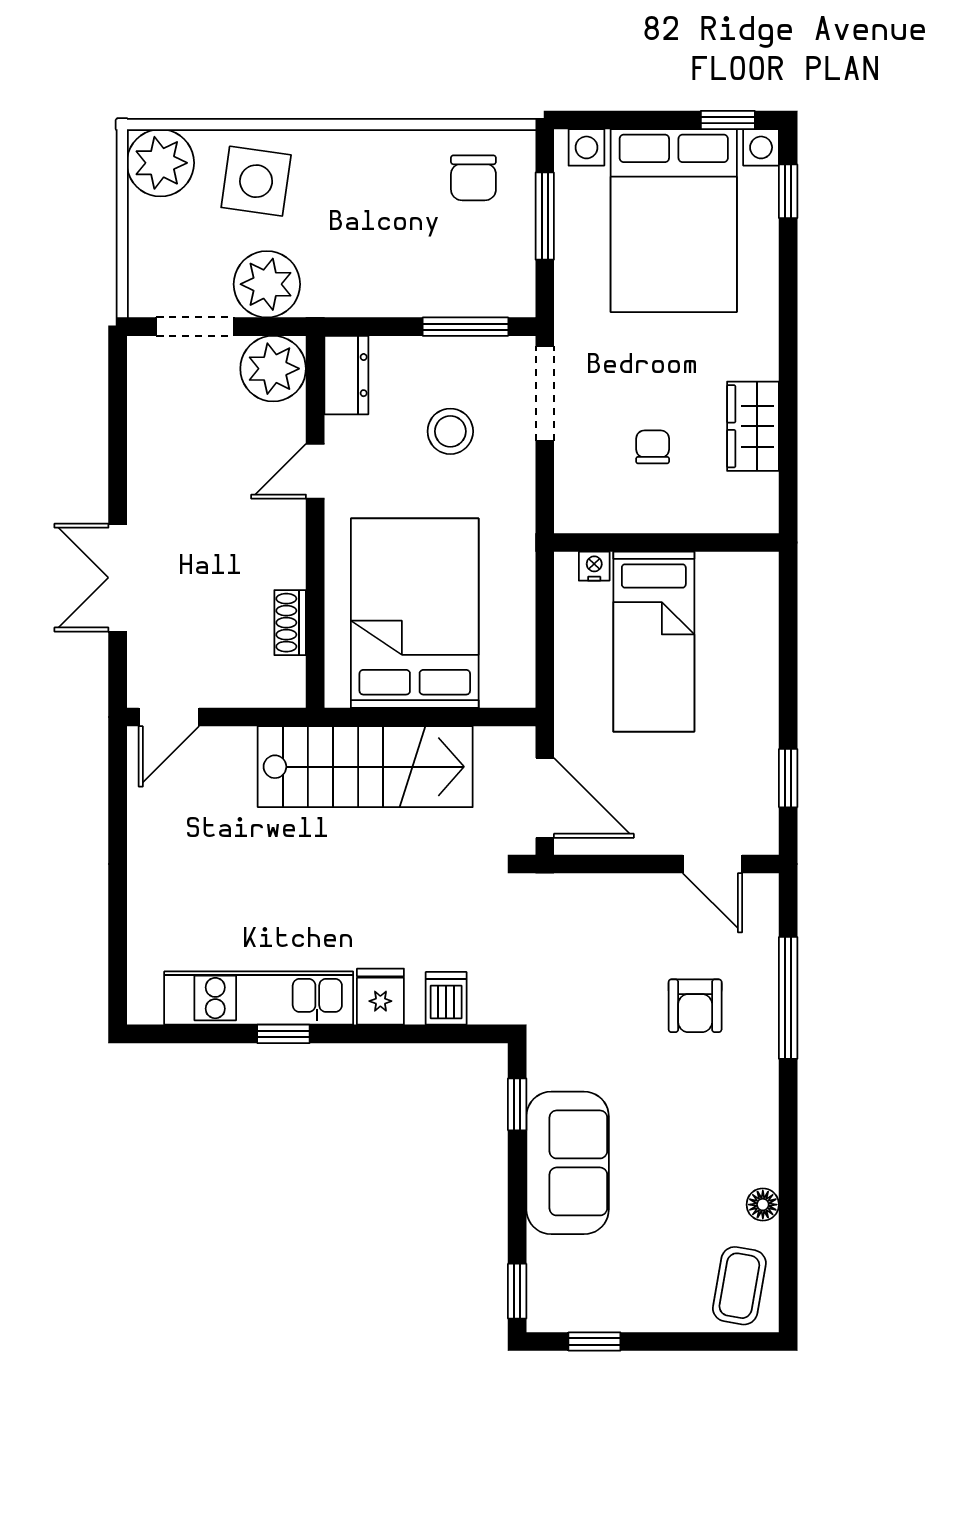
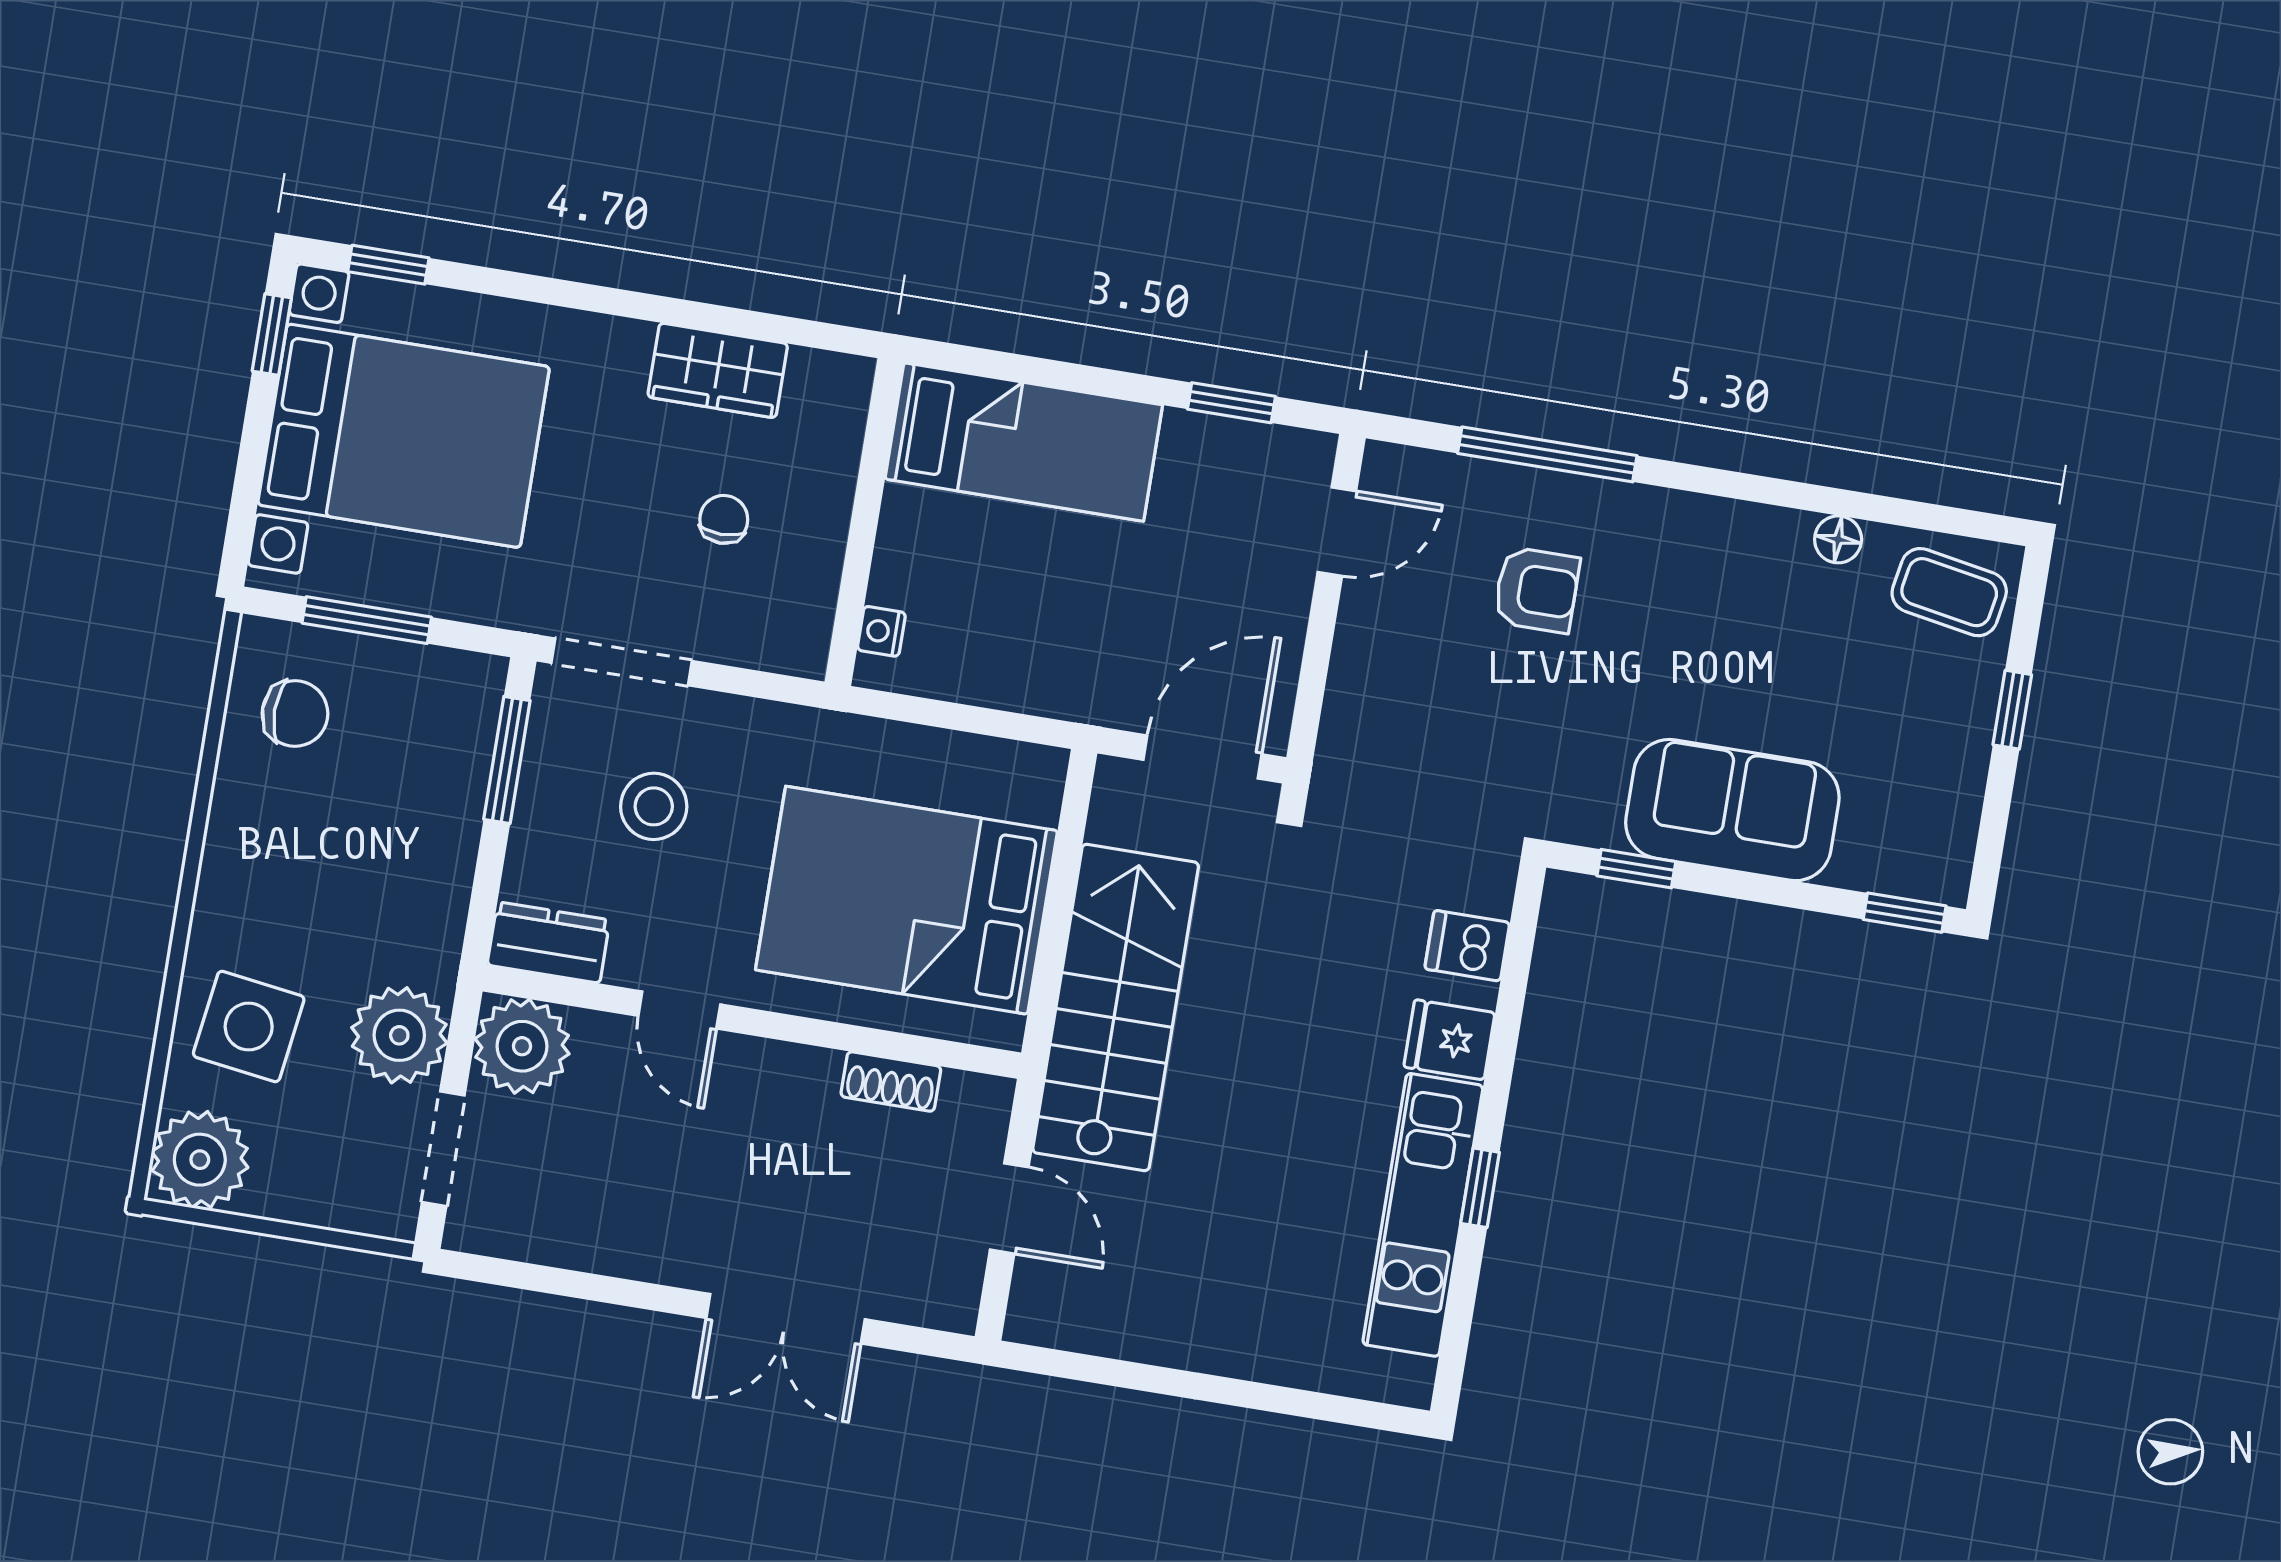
chair: (653, 447) -> (724, 519), turned 90
bed: (654, 642) -> (1024, 442), moved
door: (169, 717) -> (1009, 1208), moved
window: (594, 1342) -> (2012, 710), moved

